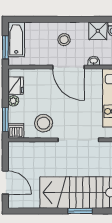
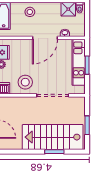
stool: (64, 40) -> (30, 12), moved
door: (68, 67) -> (45, 38), hinge flipped

